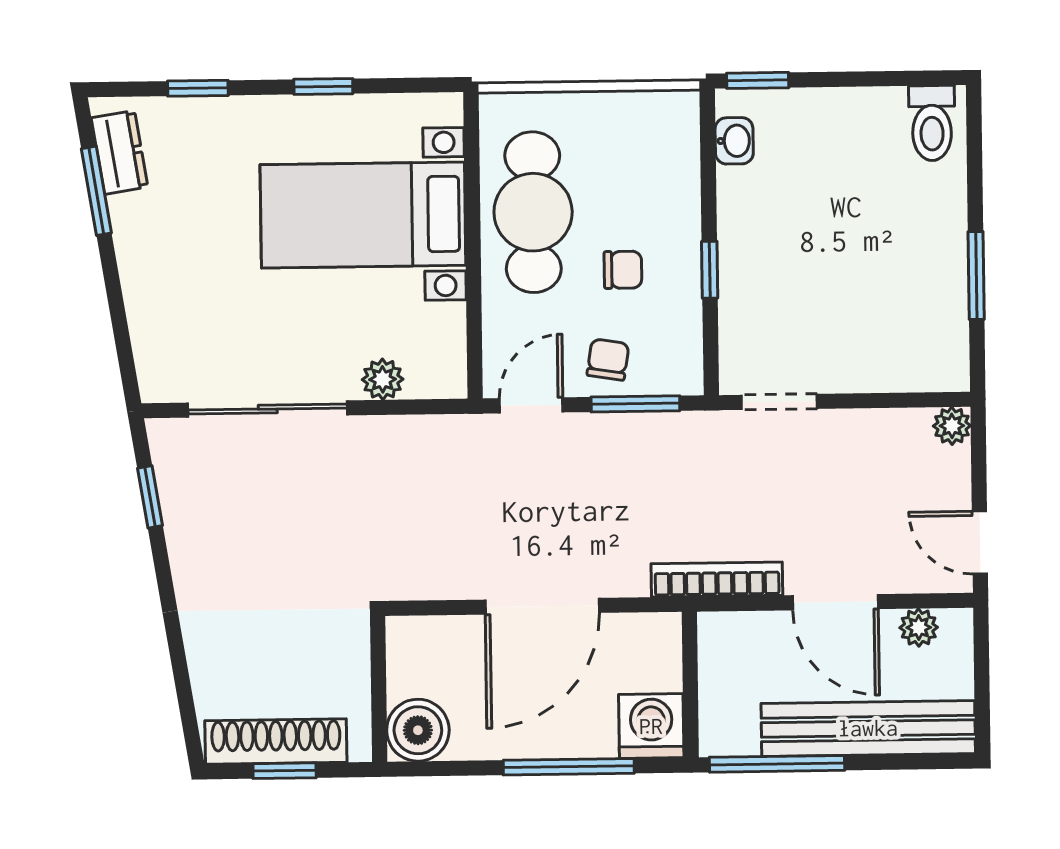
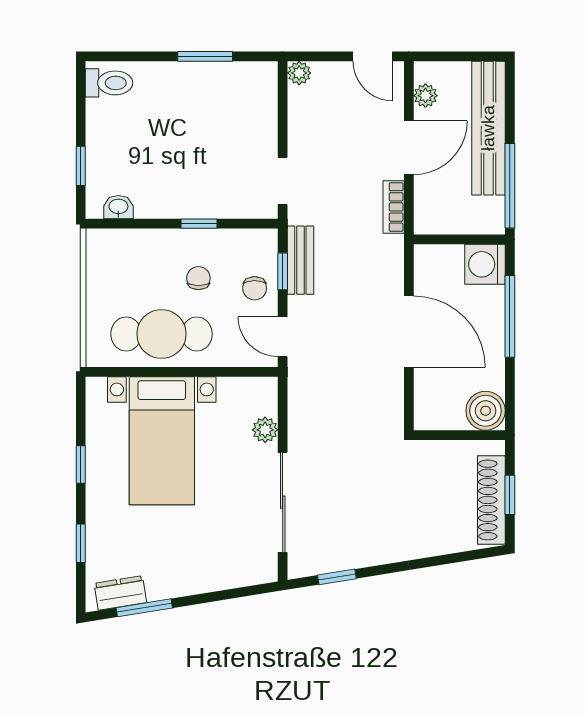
window: (758, 80) -> (81, 166), moved
chair: (608, 360) -> (255, 288), turned -99
window: (635, 404) -> (283, 271), width x0.67
bench: (654, 432) -> (300, 260), added
door: (980, 543) -> (373, 56), hinge flipped
bookcase: (717, 580) -> (394, 207), width x0.64

